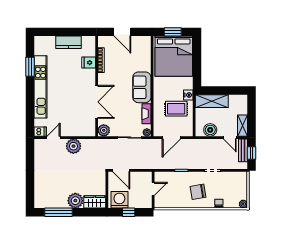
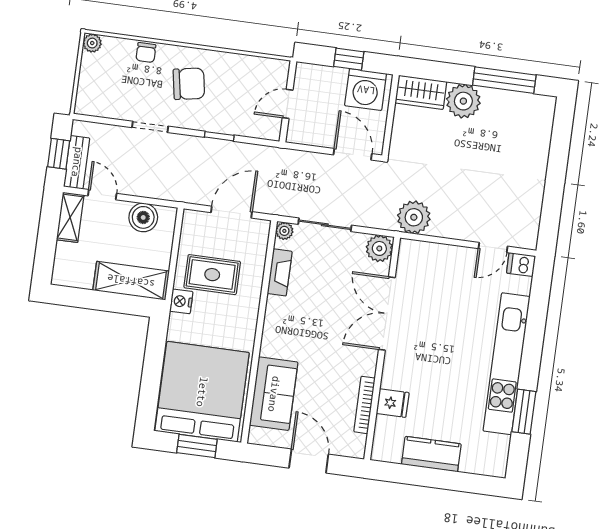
sofa: (142, 87) -> (274, 394), moved
plant: (73, 146) -> (414, 217), moved

